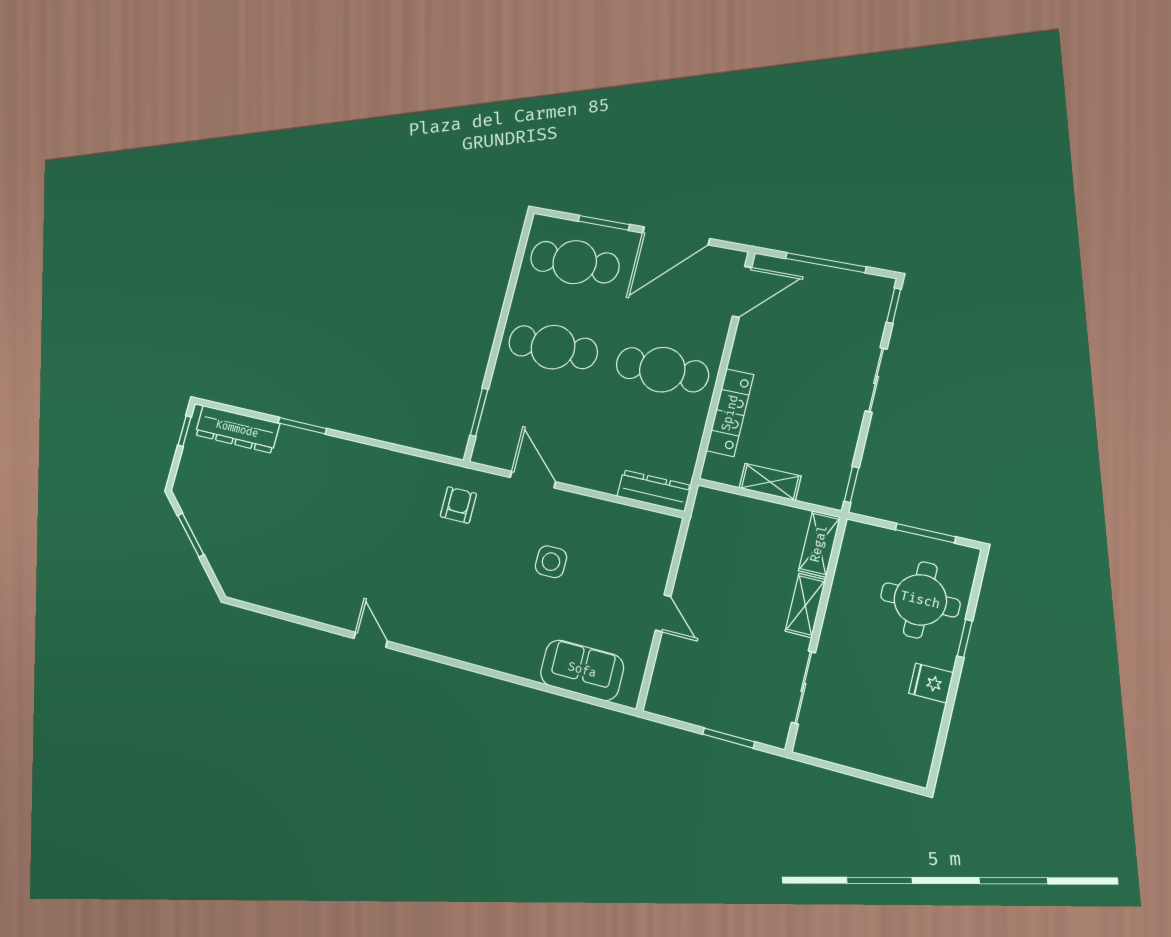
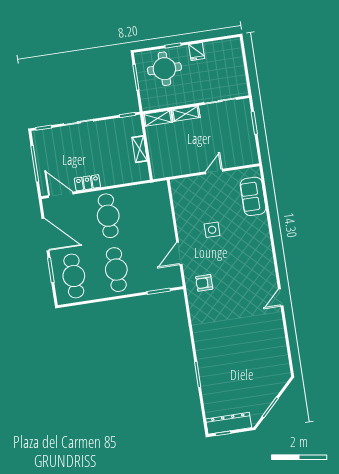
locker: (730, 413) -> (87, 183), moved, width x0.66
dresser: (237, 429) -> (229, 423), moved, turned -90
dresser: (654, 491) -> (163, 197), removed

